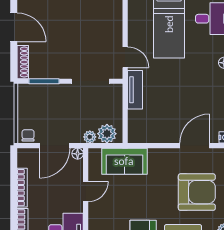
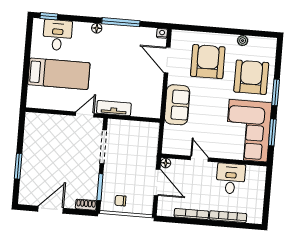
shoe rack: (23, 62) -> (86, 205), width x0.70
plant: (107, 134) -> (150, 136), removed
chair: (28, 135) -> (120, 201), moved
plant: (90, 137) -> (152, 151), removed
sofa: (124, 161) -> (177, 105), moved

